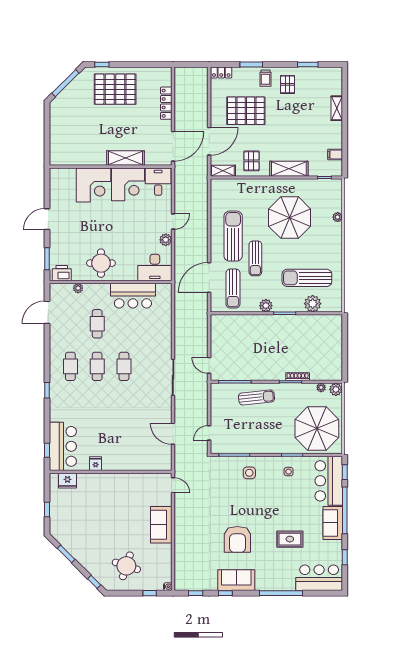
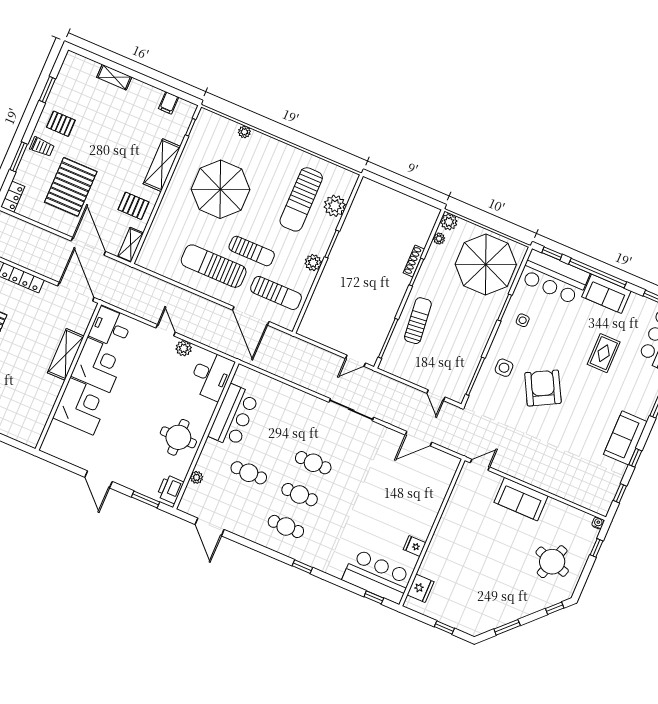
armchair: (237, 539) -> (543, 388), moved, turned -118

